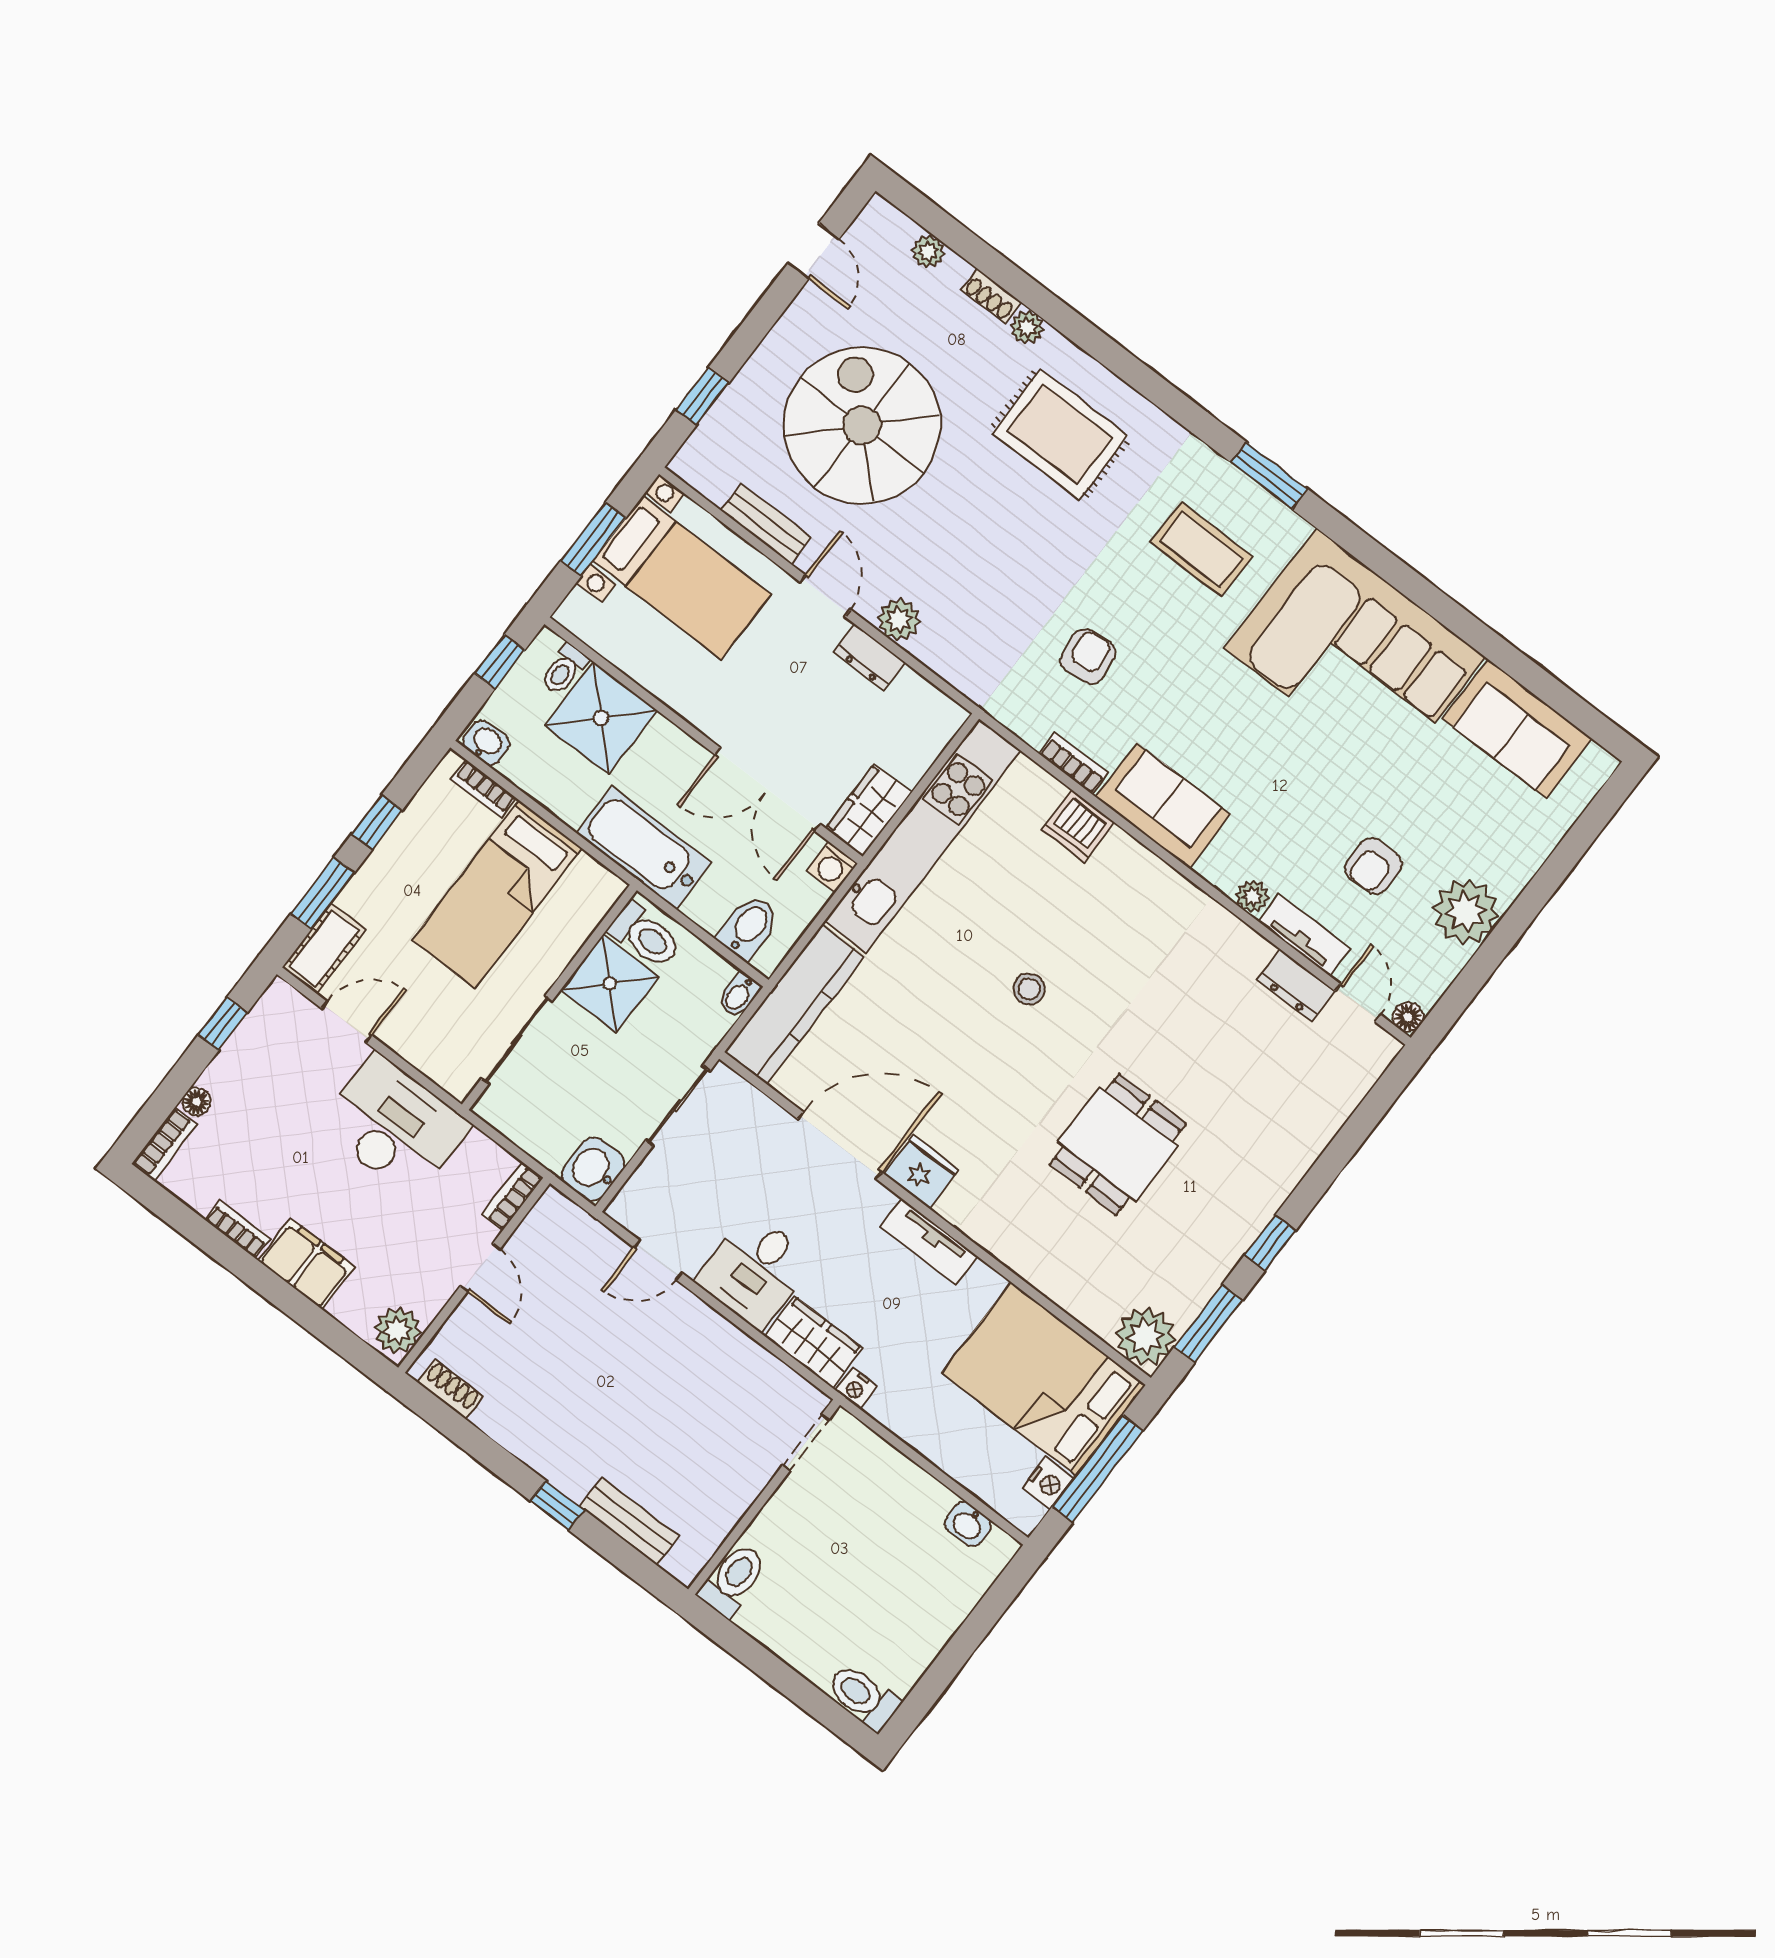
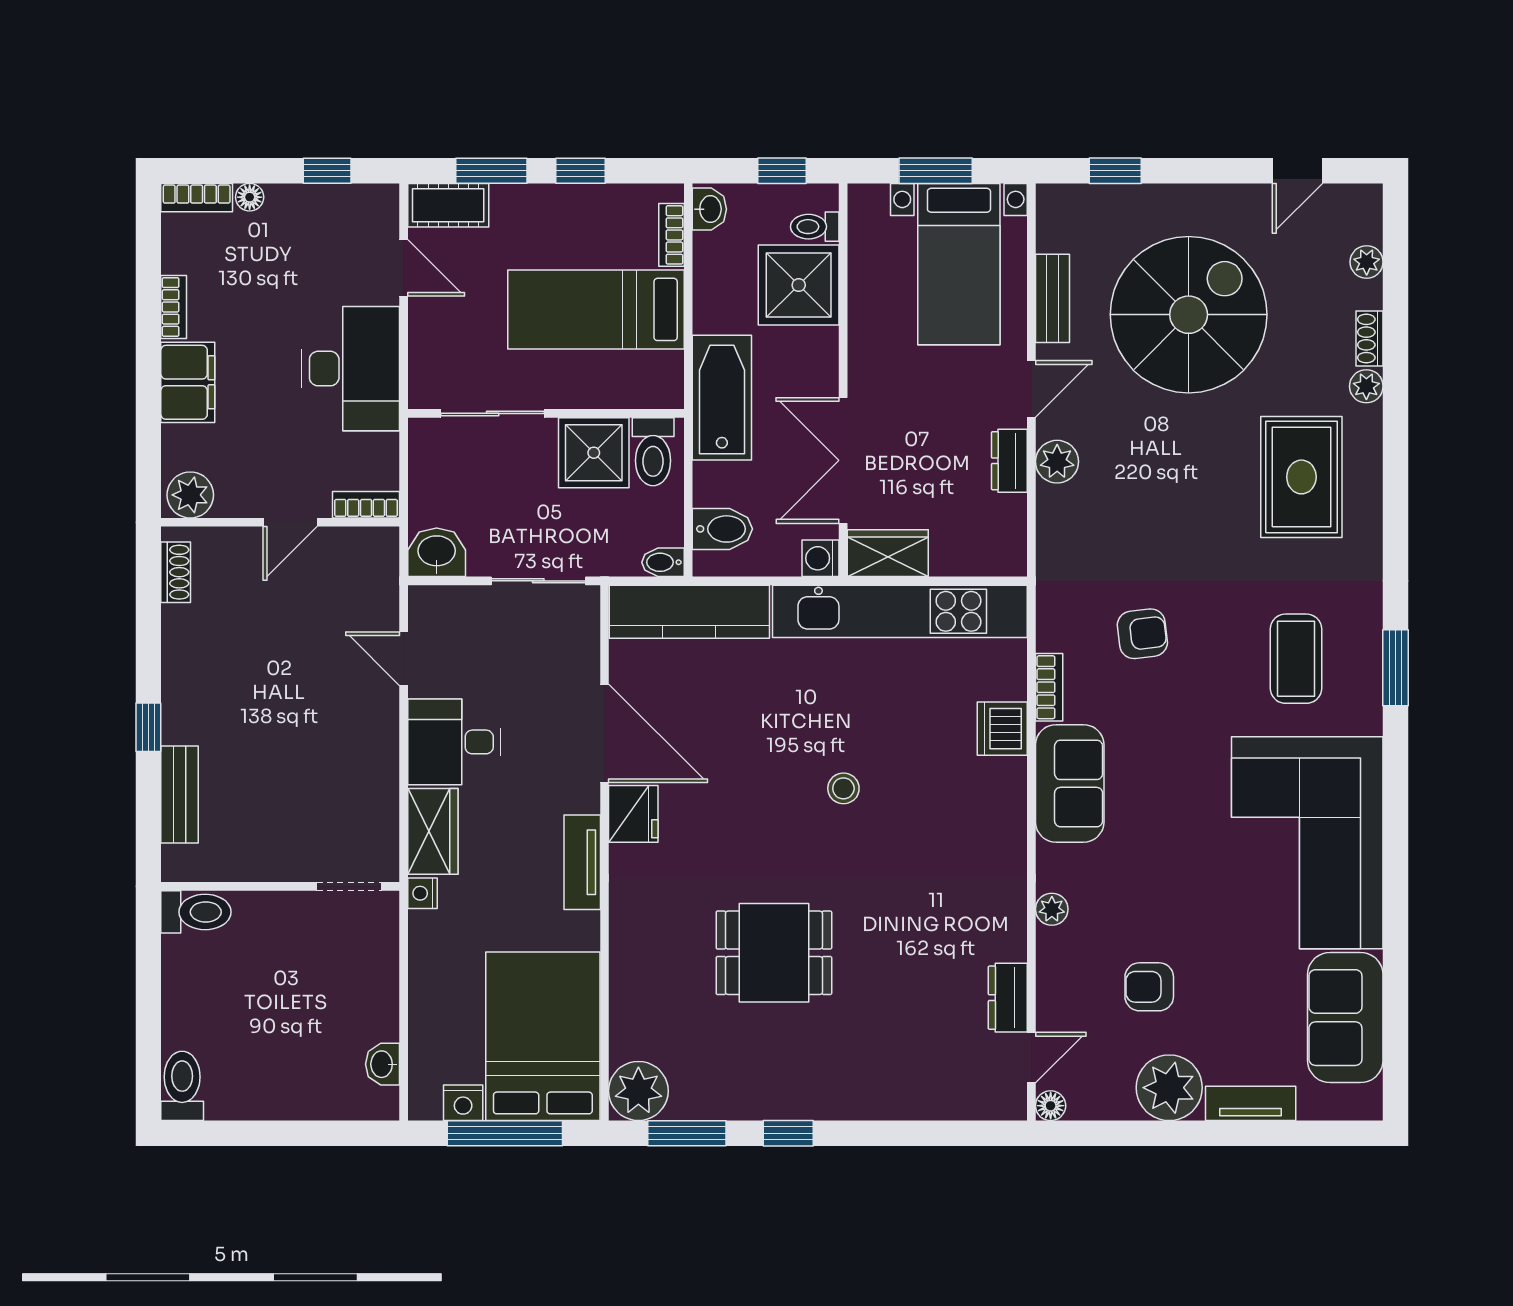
tv unit: (1304, 935) -> (1251, 1103), moved, turned -90

